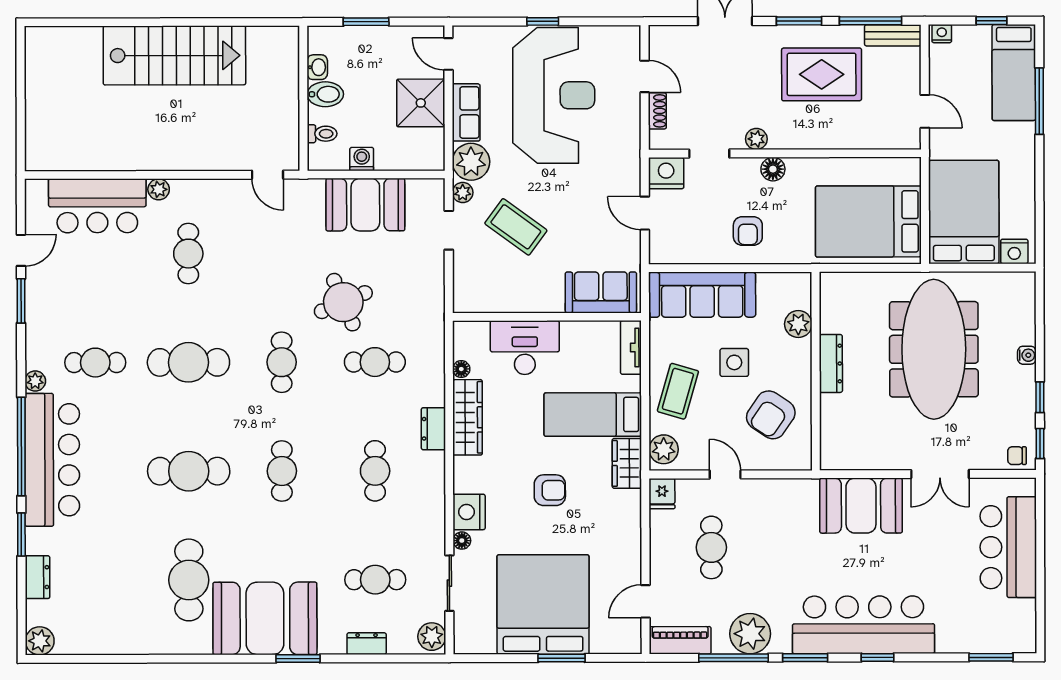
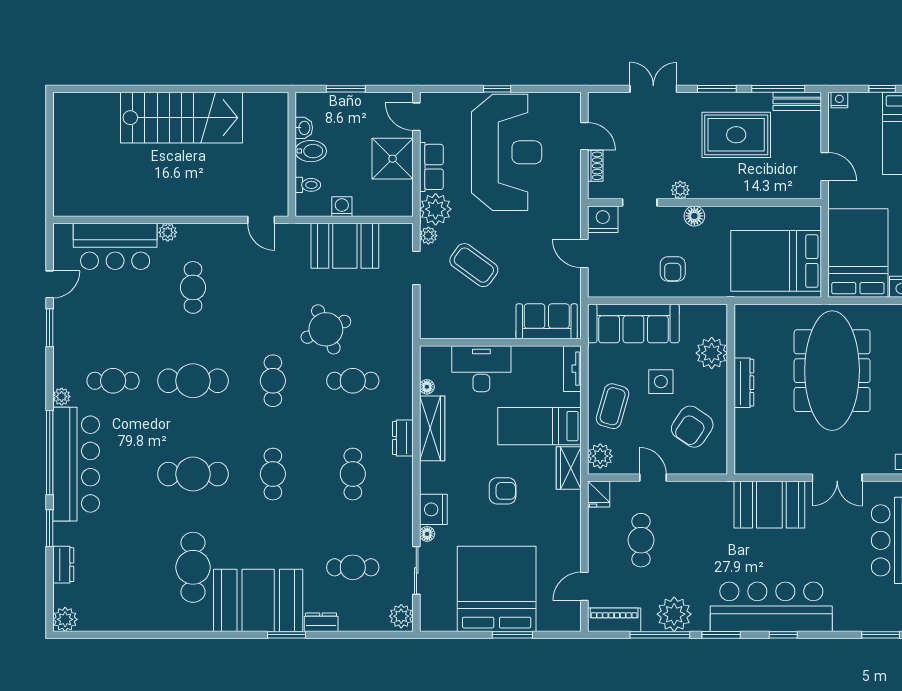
plant: (798, 324) -> (712, 353), width x1.36, depth x1.36
dresser: (367, 644) -> (321, 622), moved

